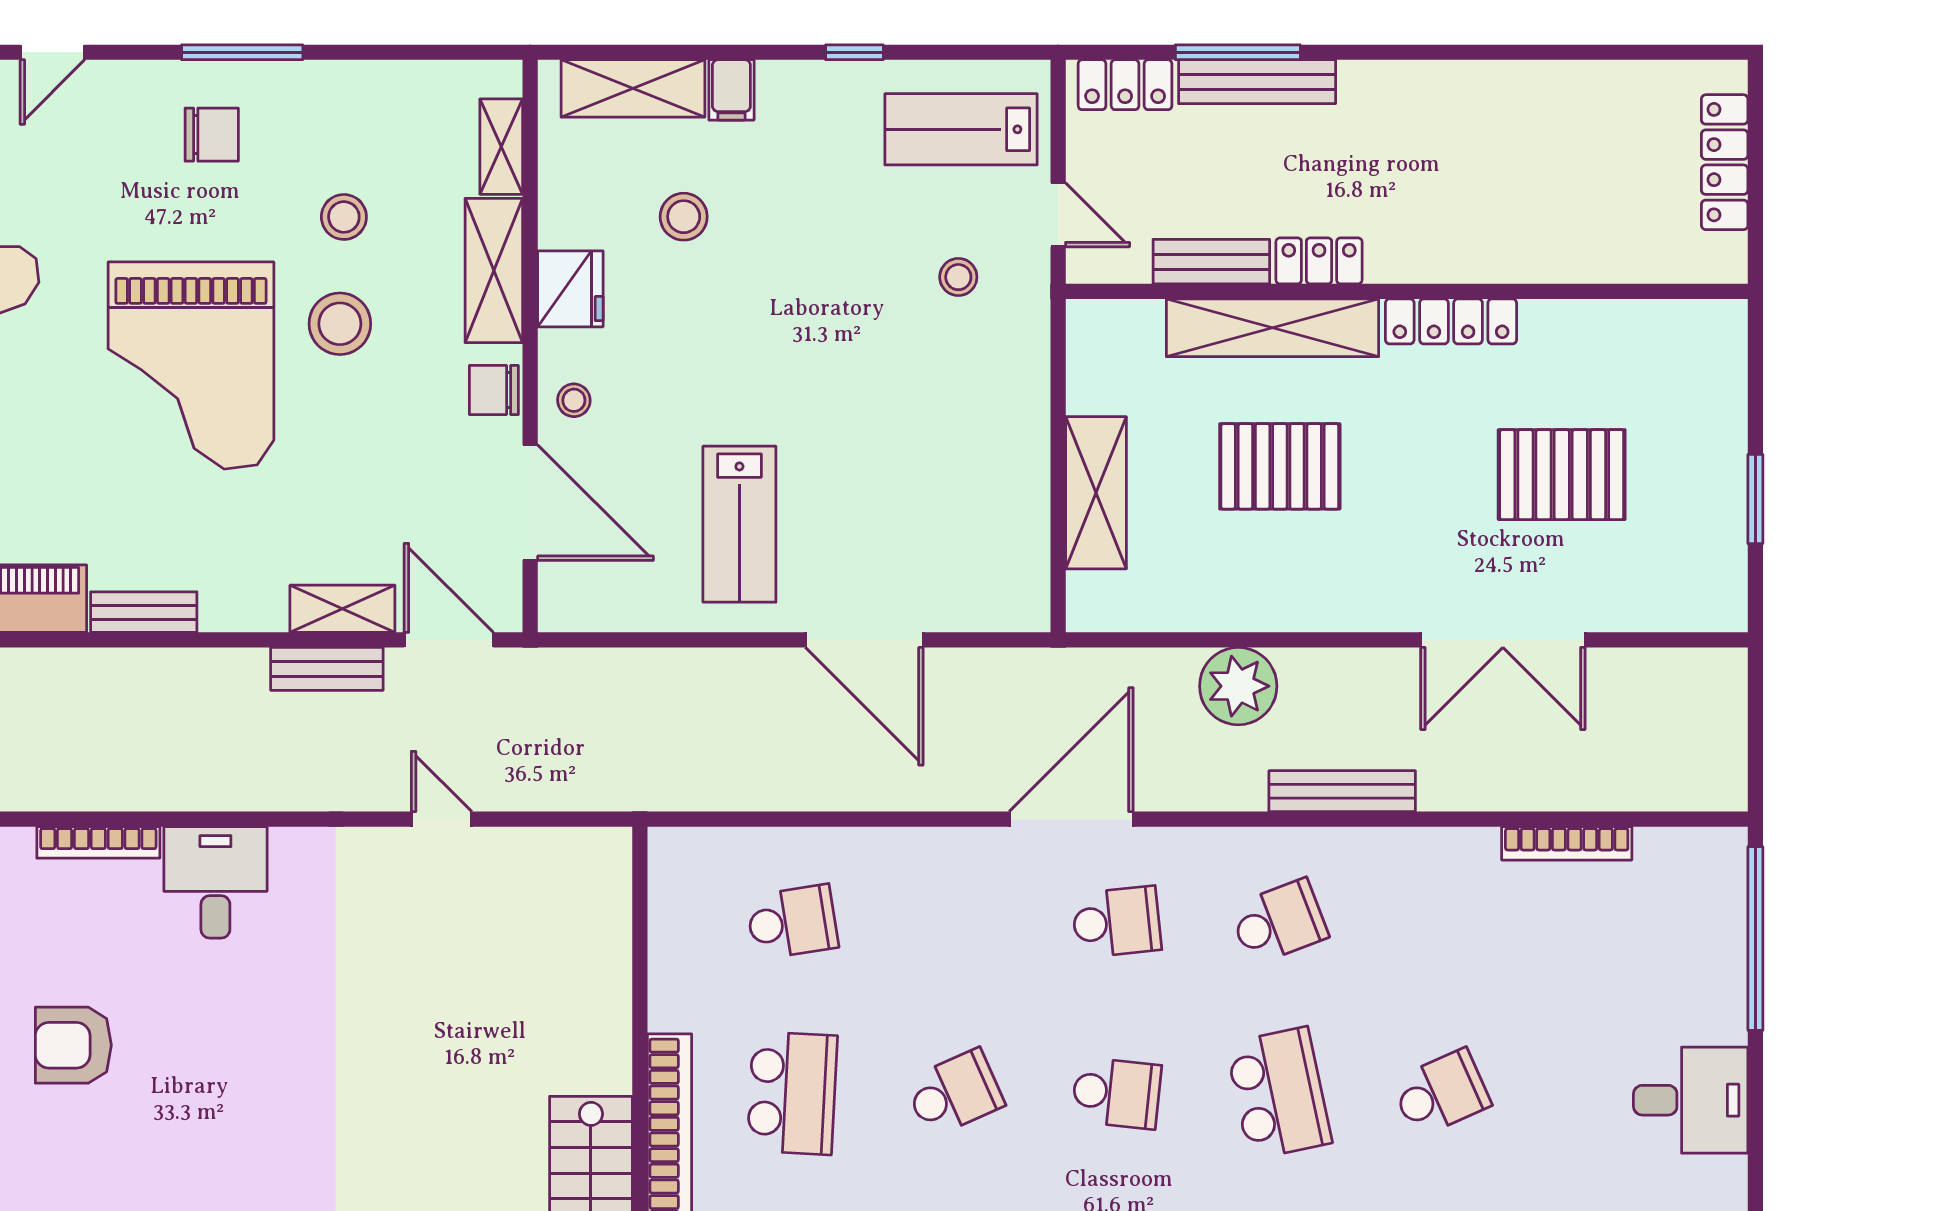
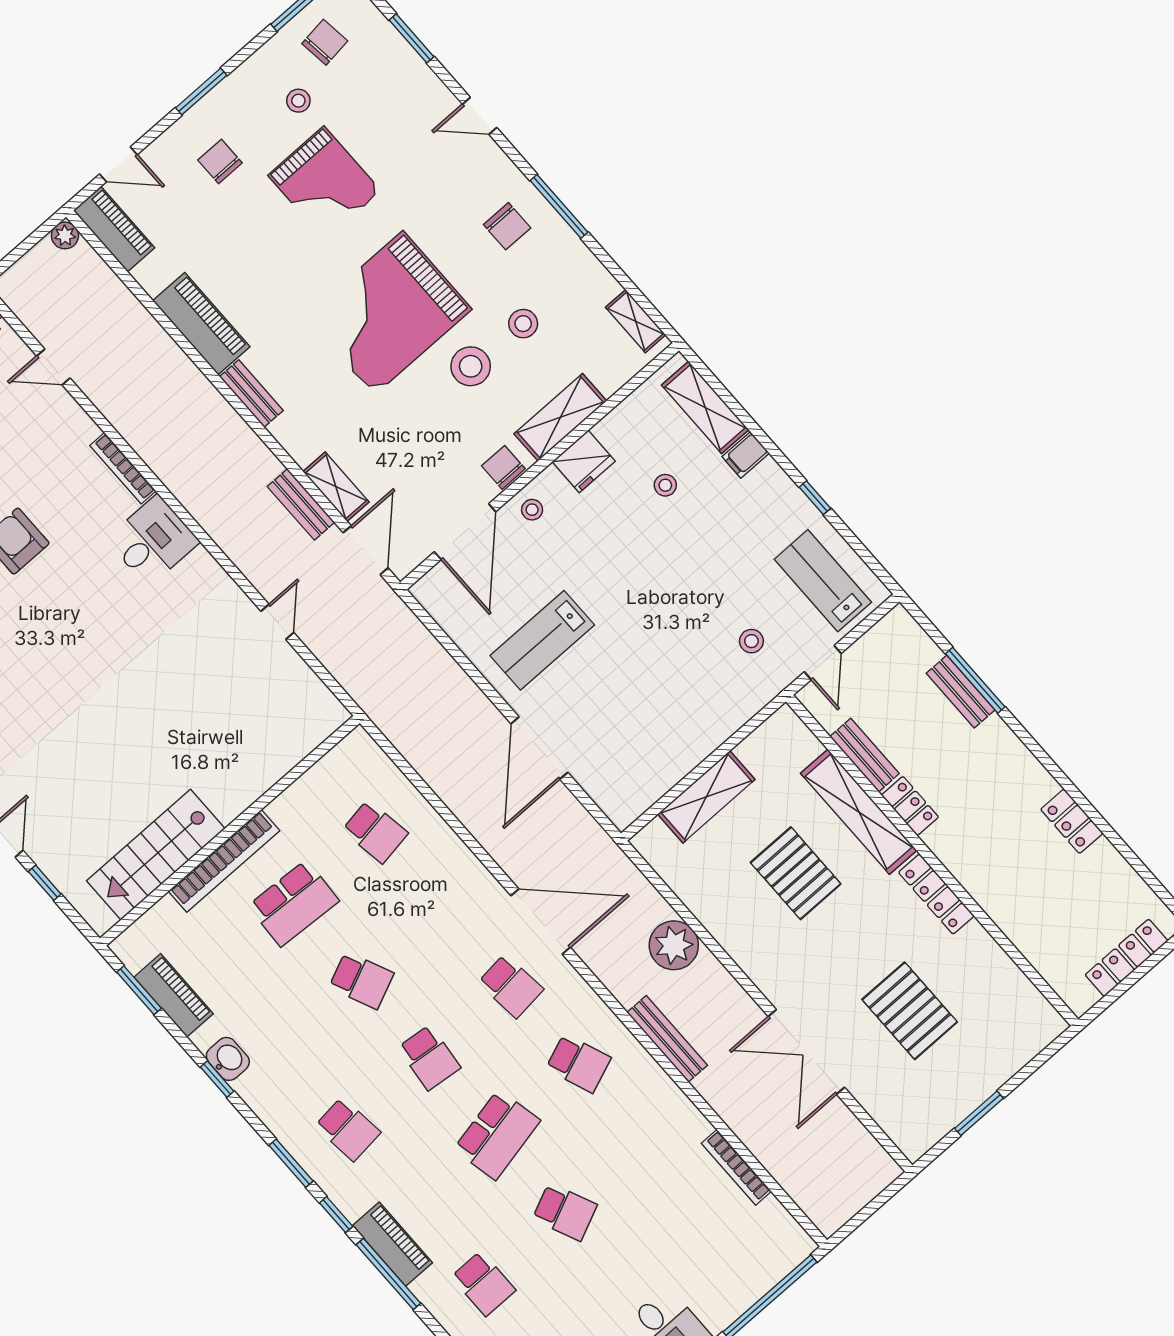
bench: (1257, 82) -> (961, 692), width x0.73
locker: (1125, 85) -> (1072, 821), moved
shelving: (501, 147) -> (636, 321), moved, turned 90
stool: (684, 217) -> (665, 485), width x0.73, depth x0.73

